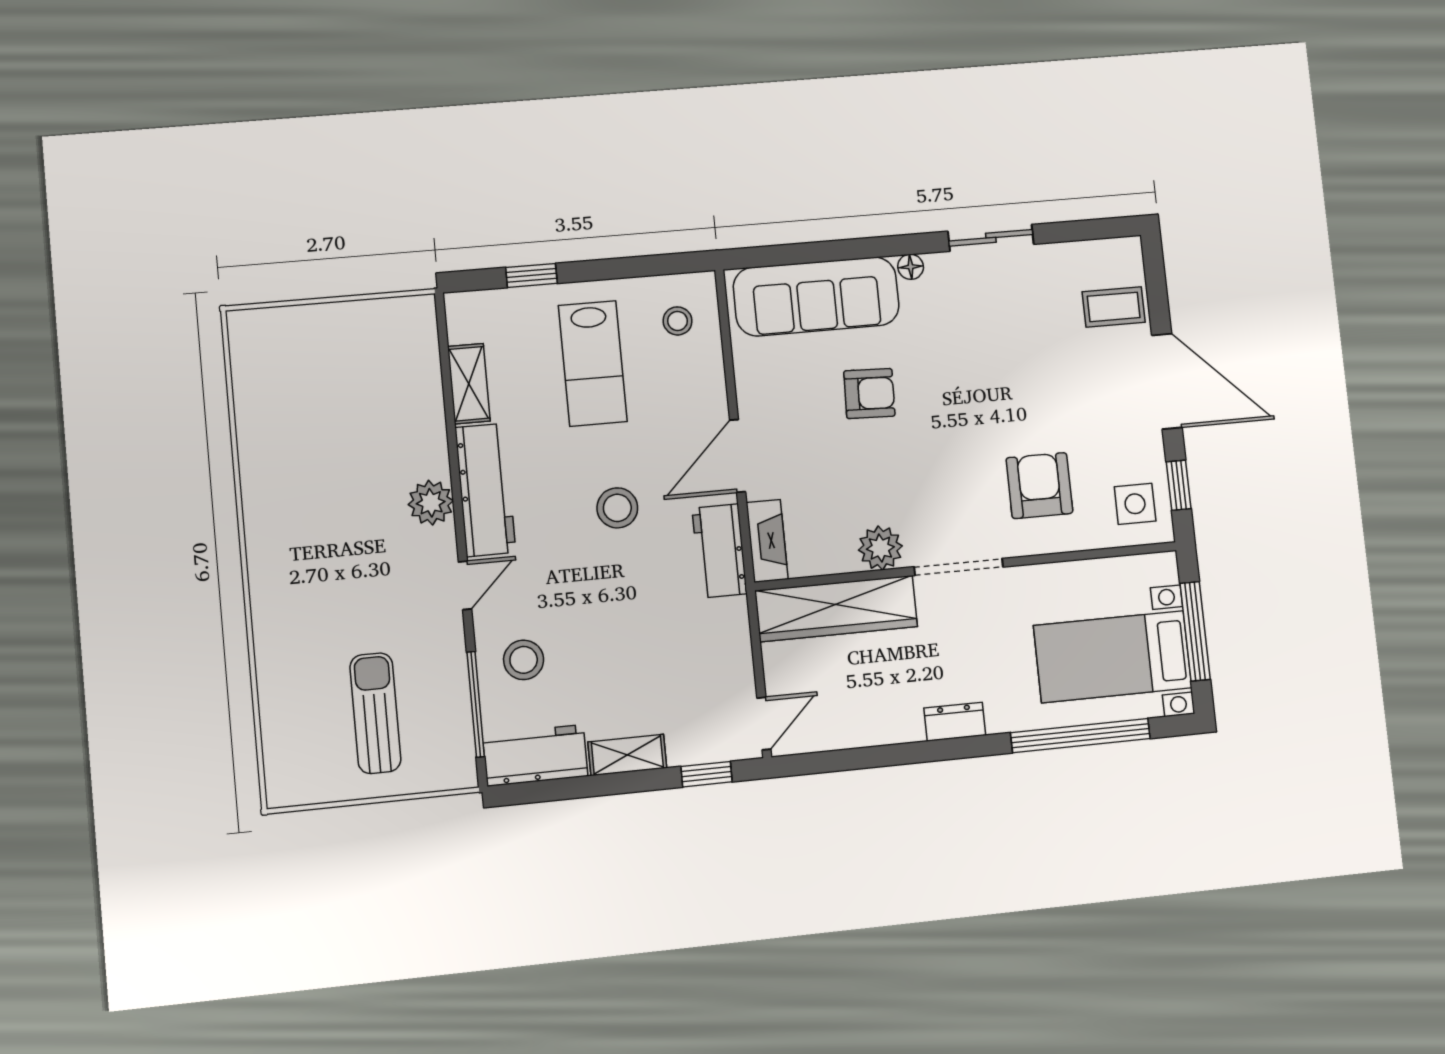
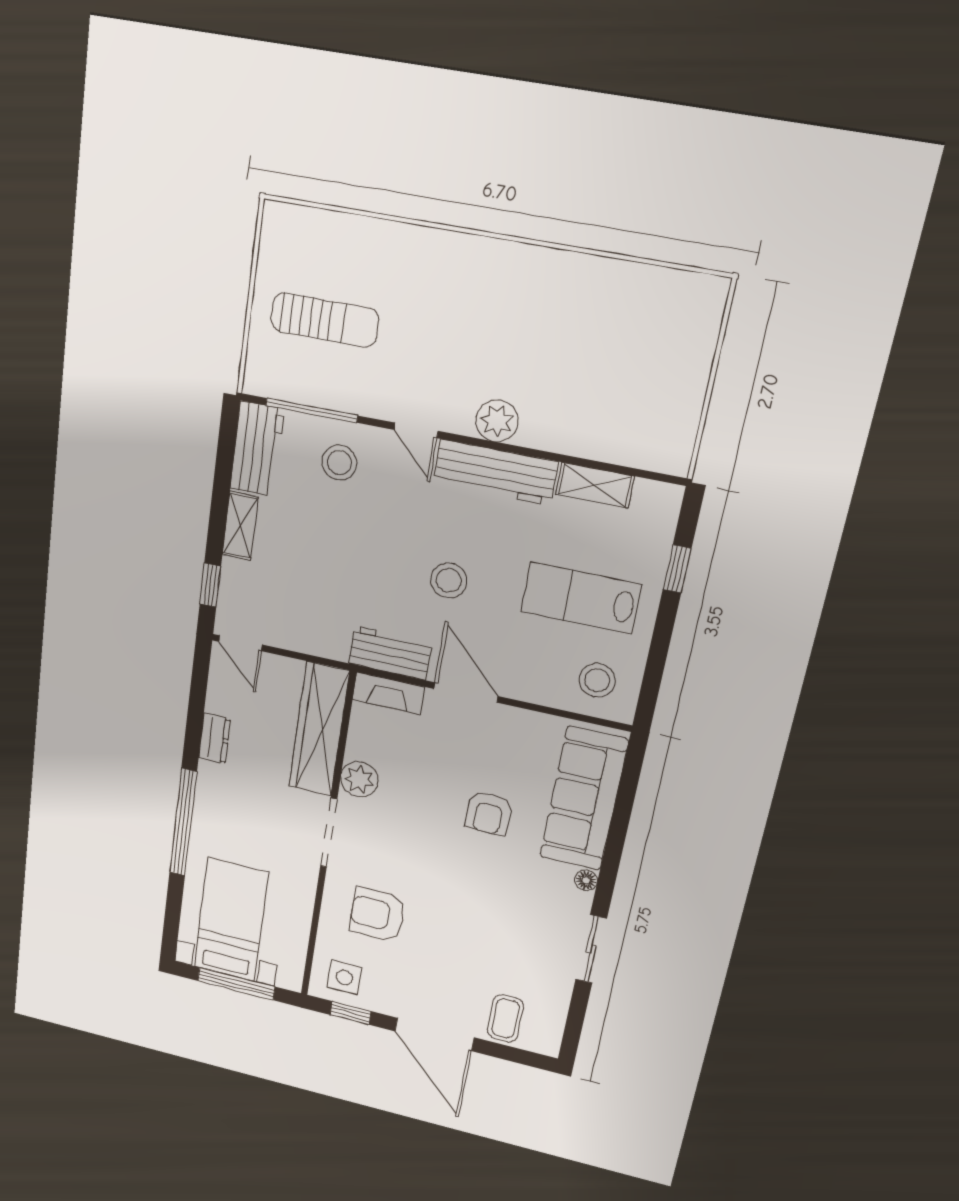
stool: (678, 321) -> (597, 680), width x1.37, depth x1.37
door: (1167, 381) -> (434, 1034), hinge flipped
armchair: (1039, 486) -> (377, 914), turned 180
dresser: (955, 722) -> (214, 738), moved
window: (1080, 736) -> (183, 822), moved

